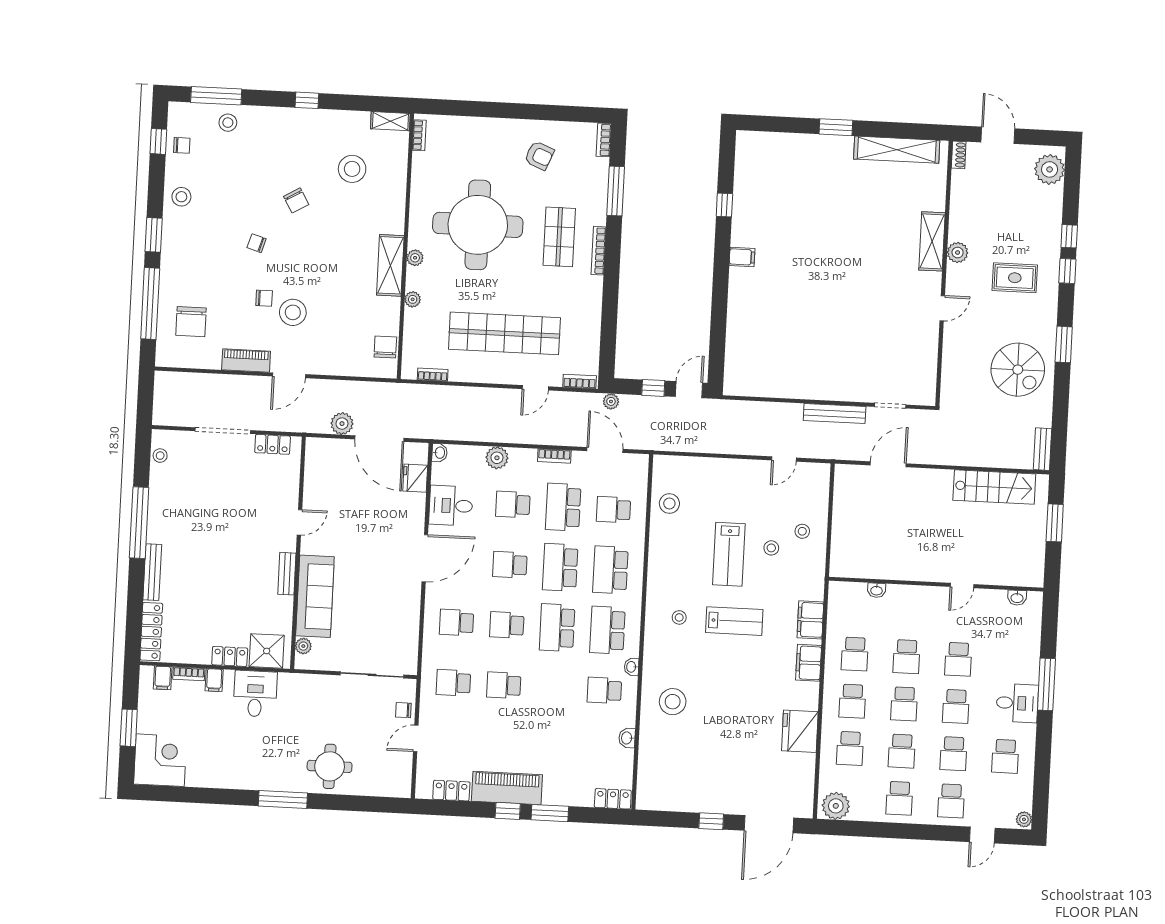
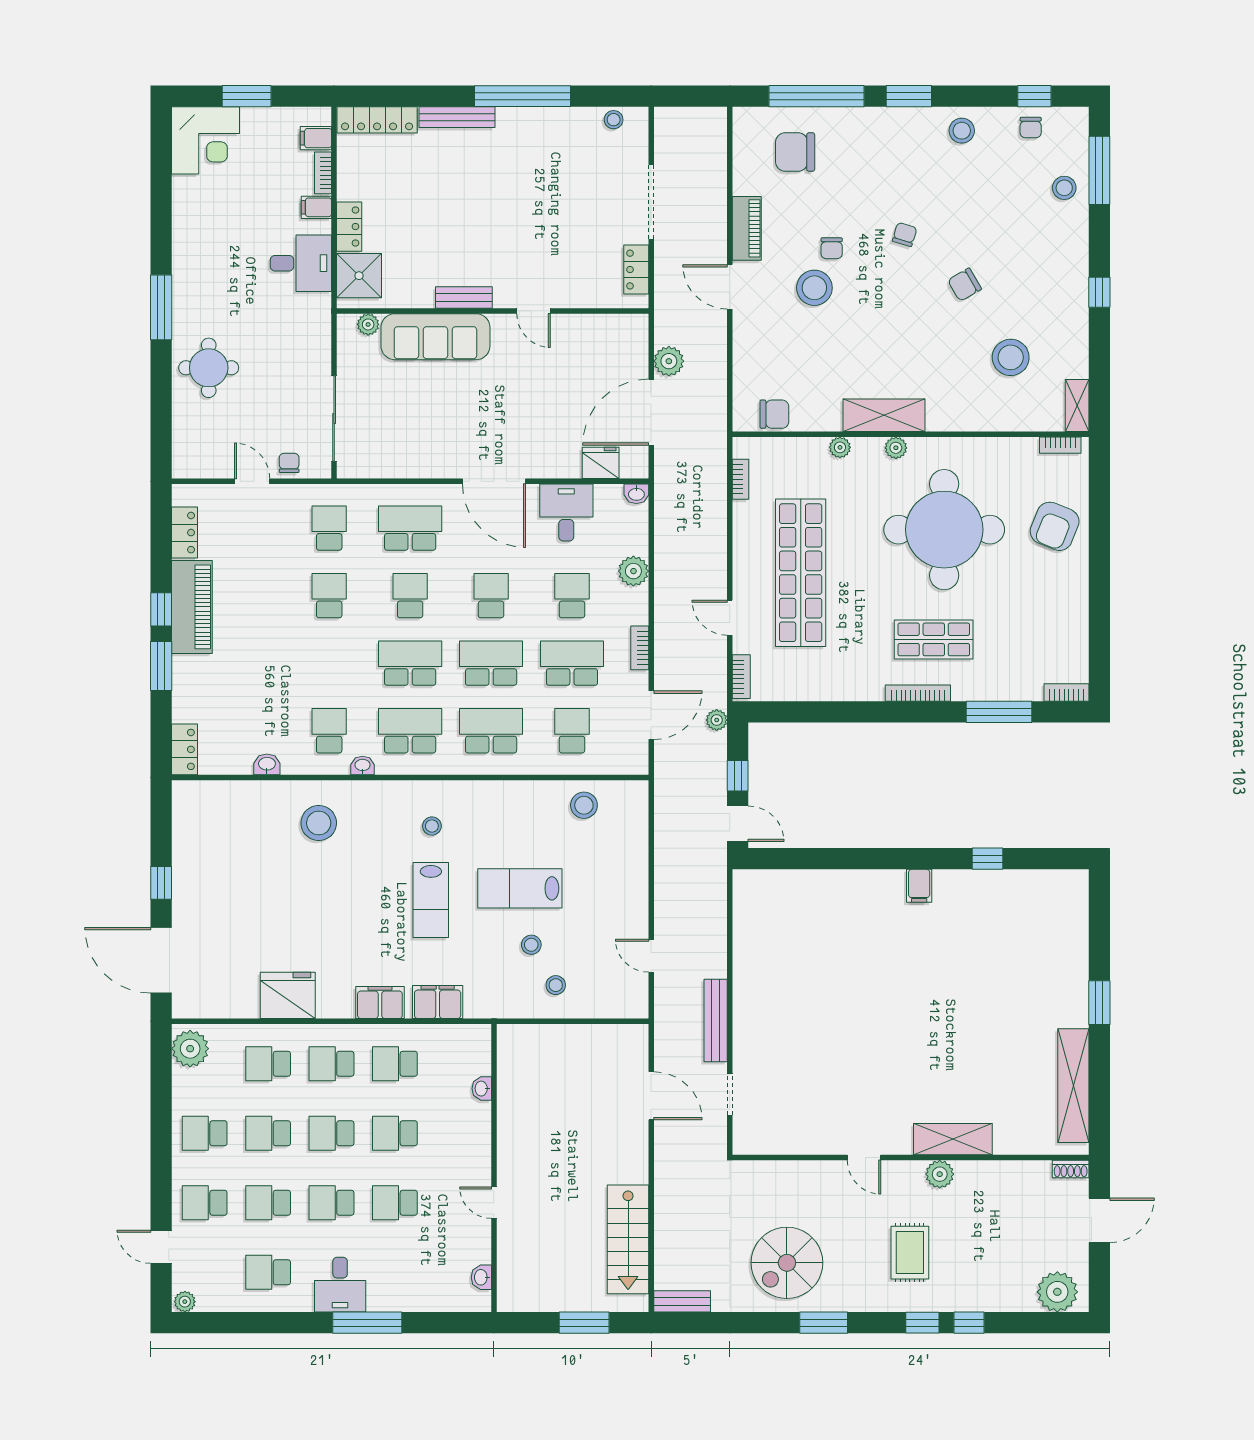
armchair: (539, 156) -> (1055, 526), moved, width x1.38, depth x1.38
school desk: (456, 622) -> (410, 528), width x1.85

